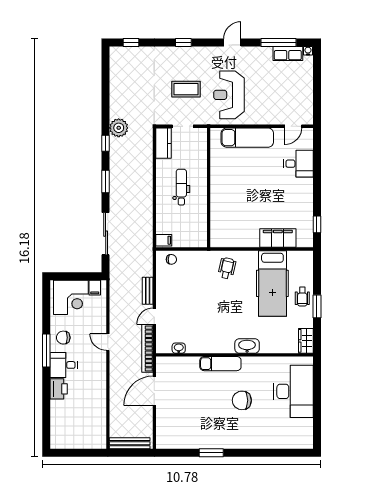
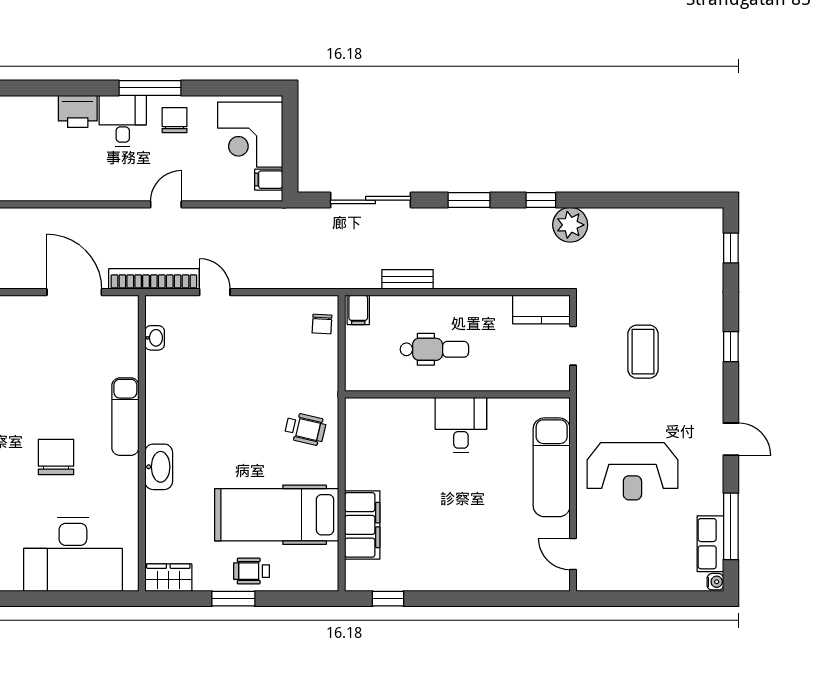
reception desk: (229, 95) -> (632, 471), moved, turned 180
desk: (298, 164) -> (461, 425), moved, turned 180
dental chair: (181, 187) -> (434, 349), moved
bench: (148, 291) -> (408, 279), moved

